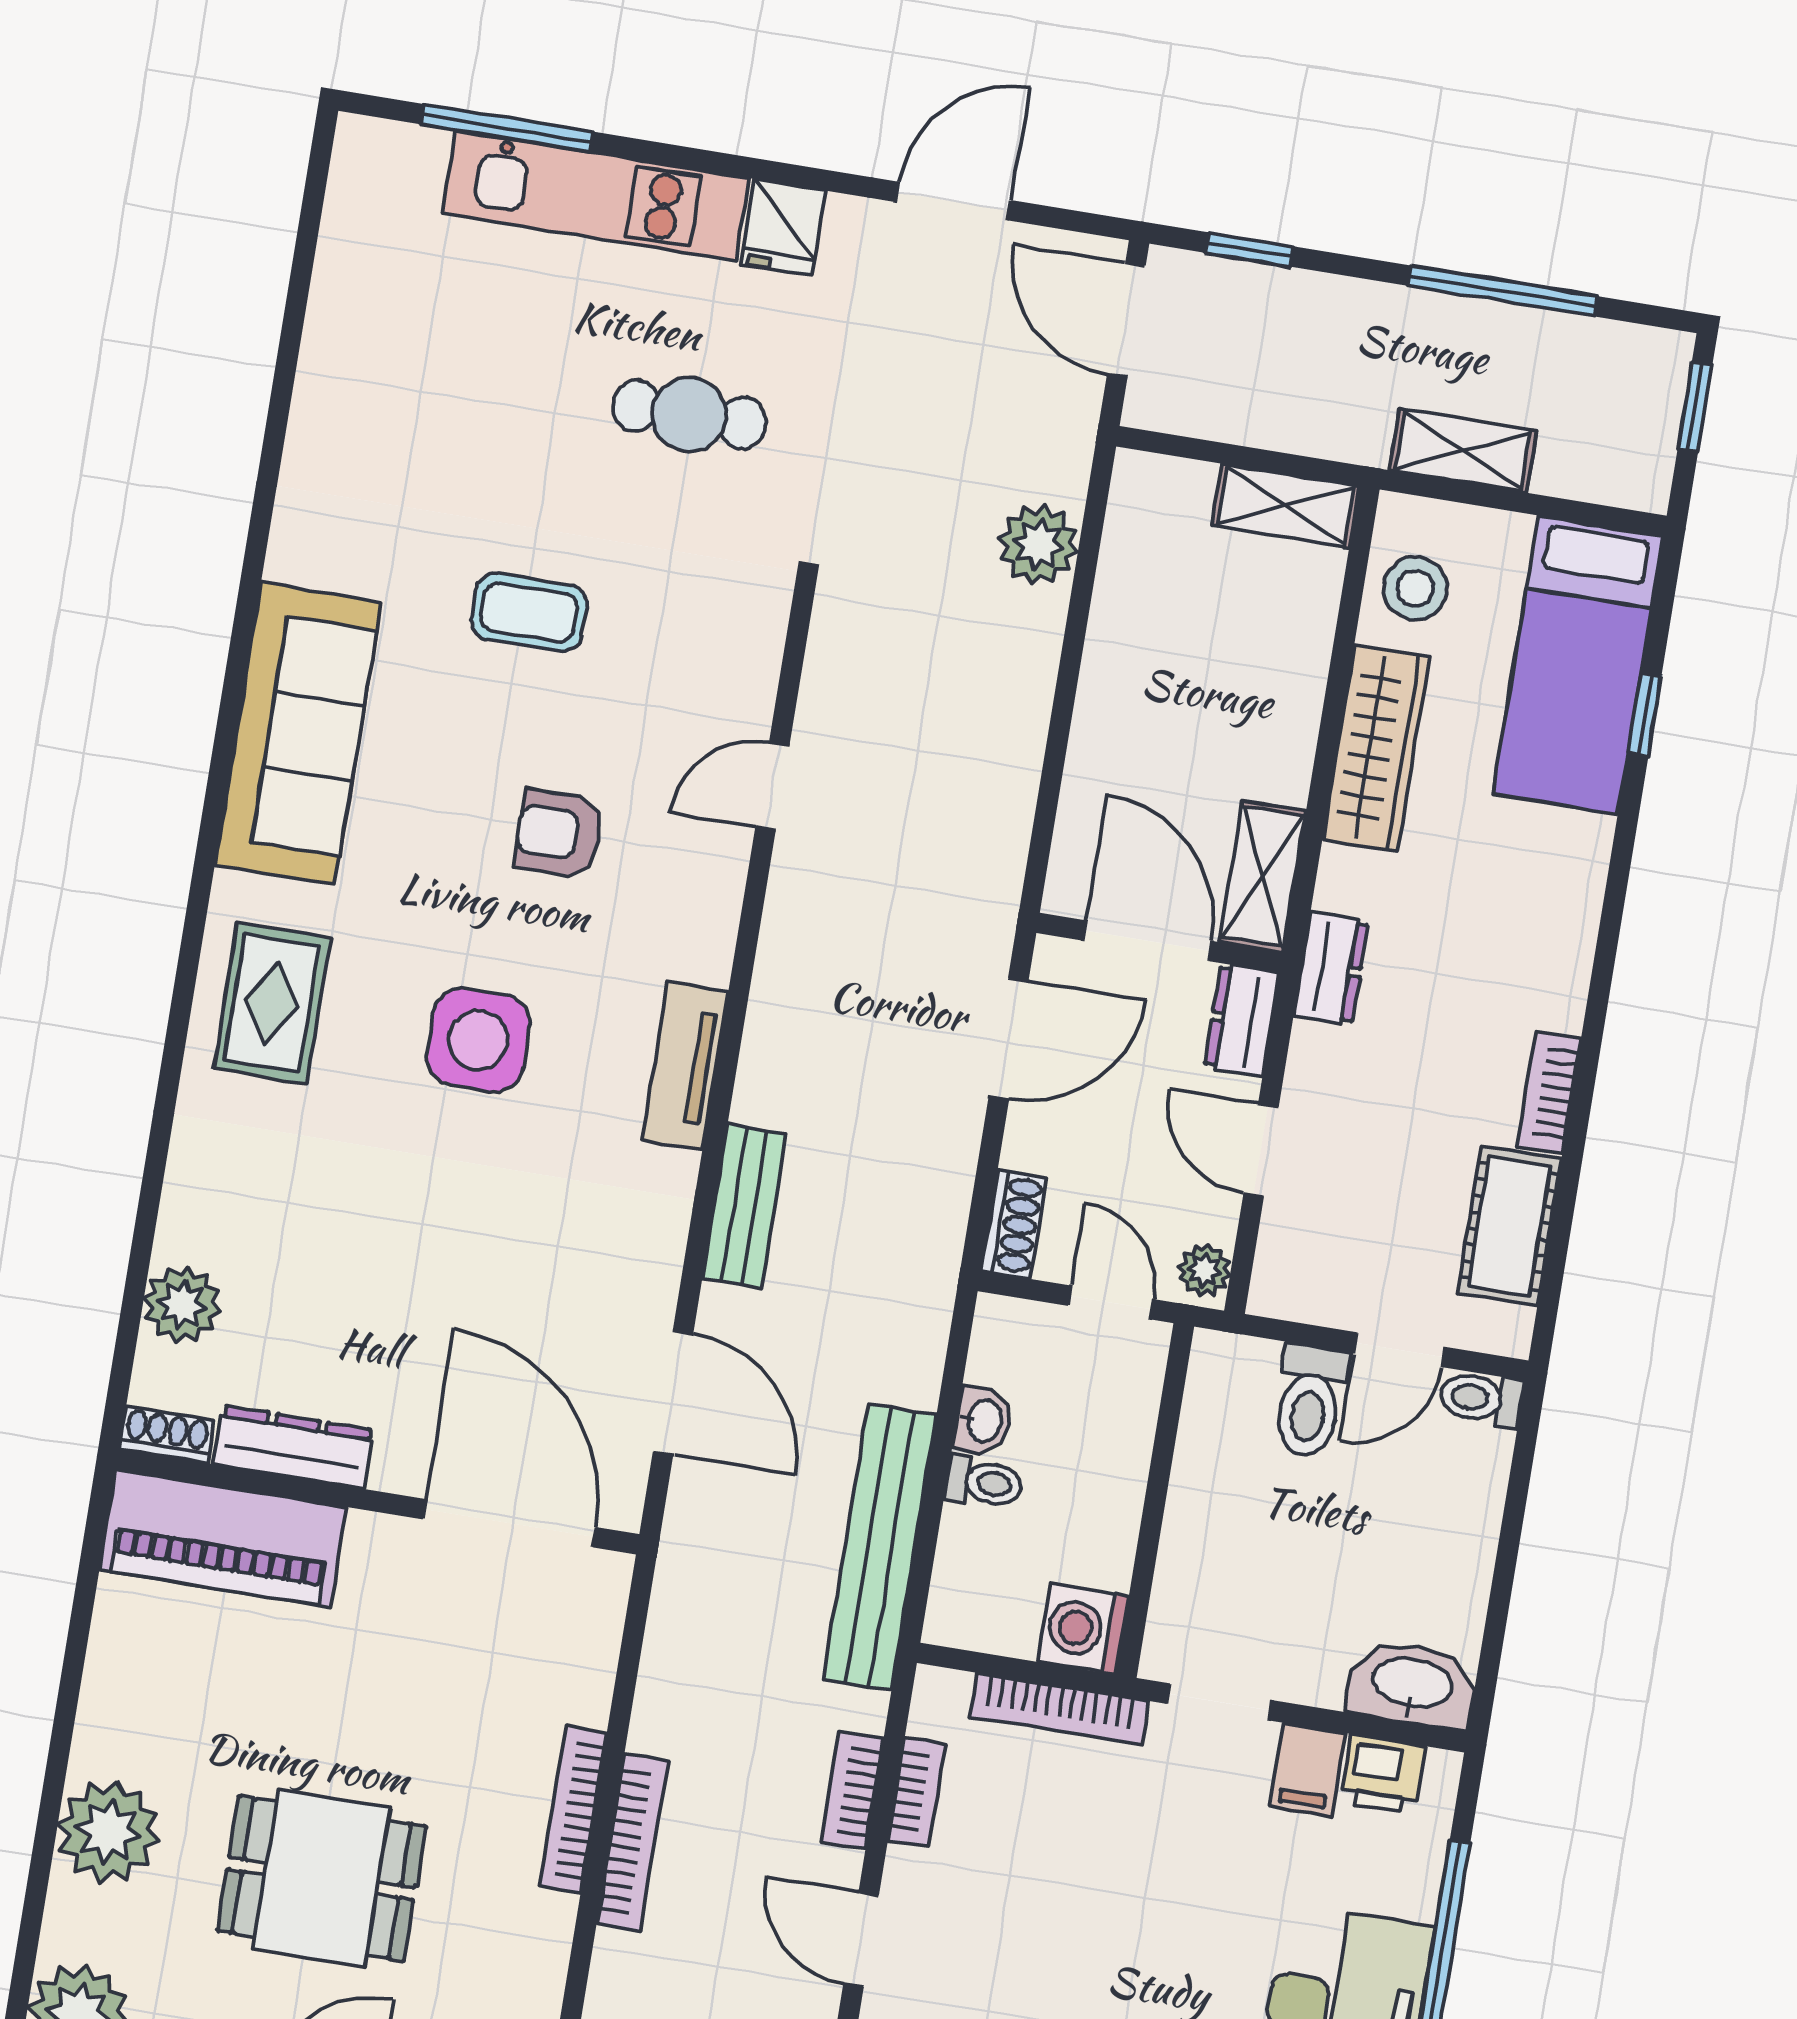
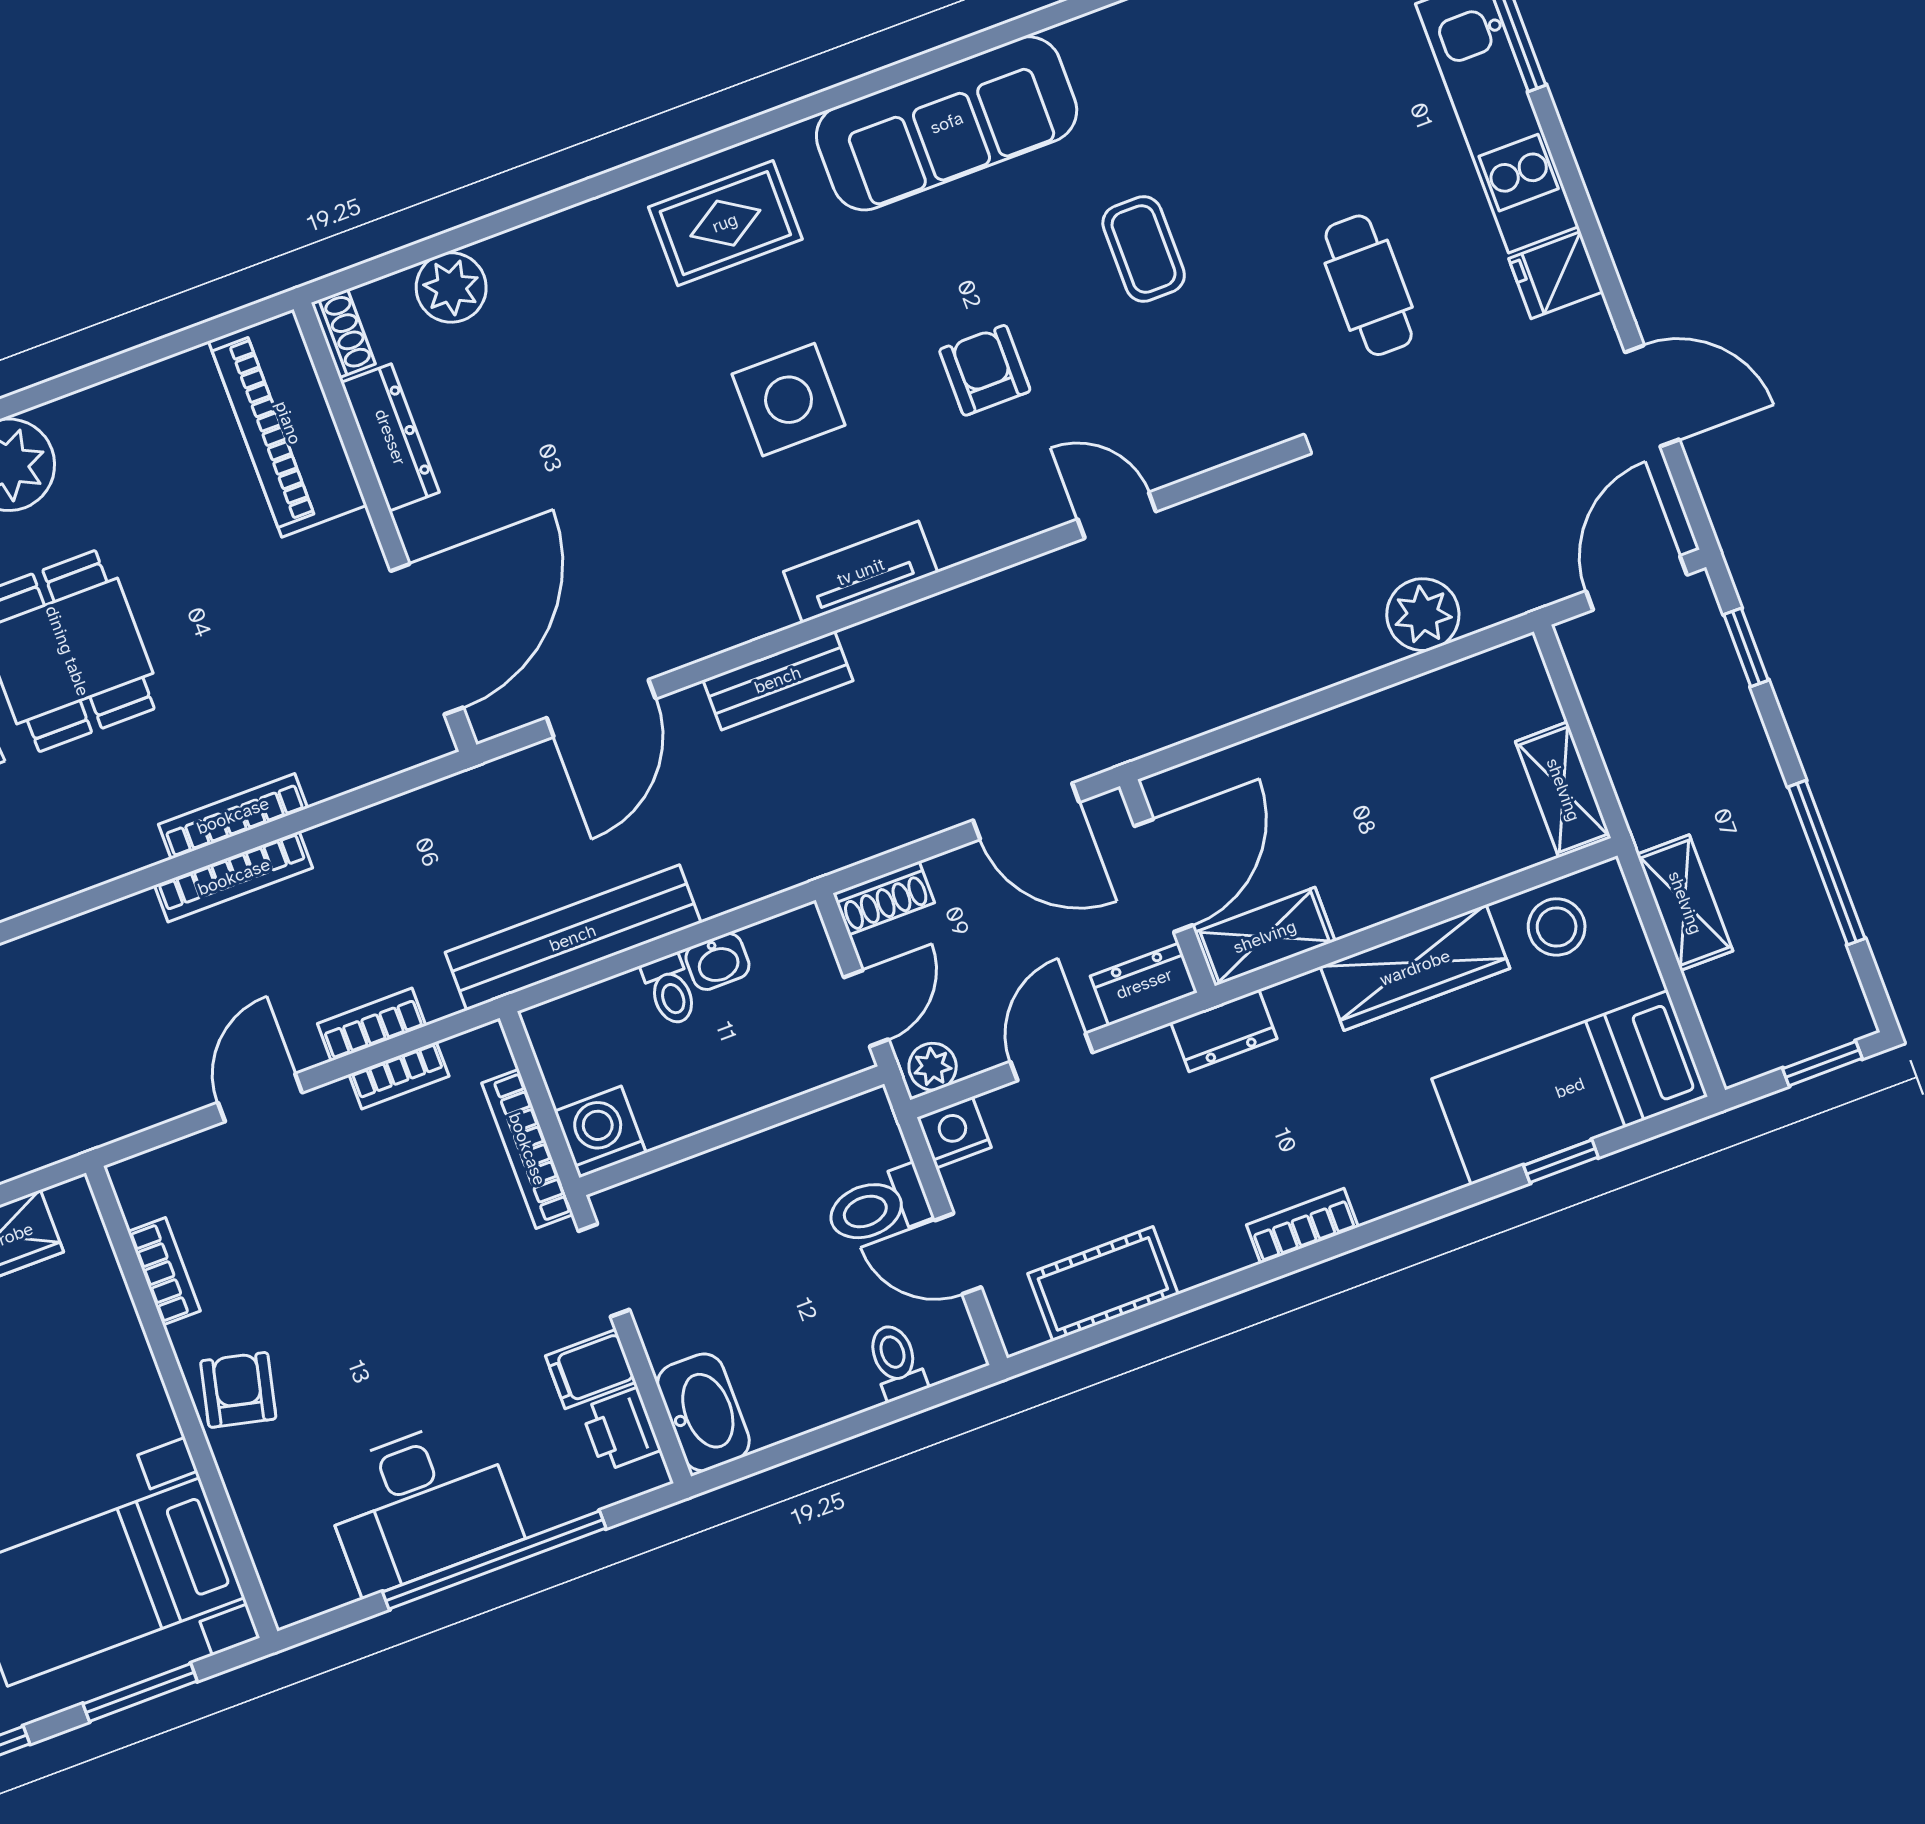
bookcase: (1549, 1092) -> (1302, 1226), moved
nightstand: (1280, 1286) -> (954, 1132), added
toilet: (1481, 1399) -> (896, 1362), moved

